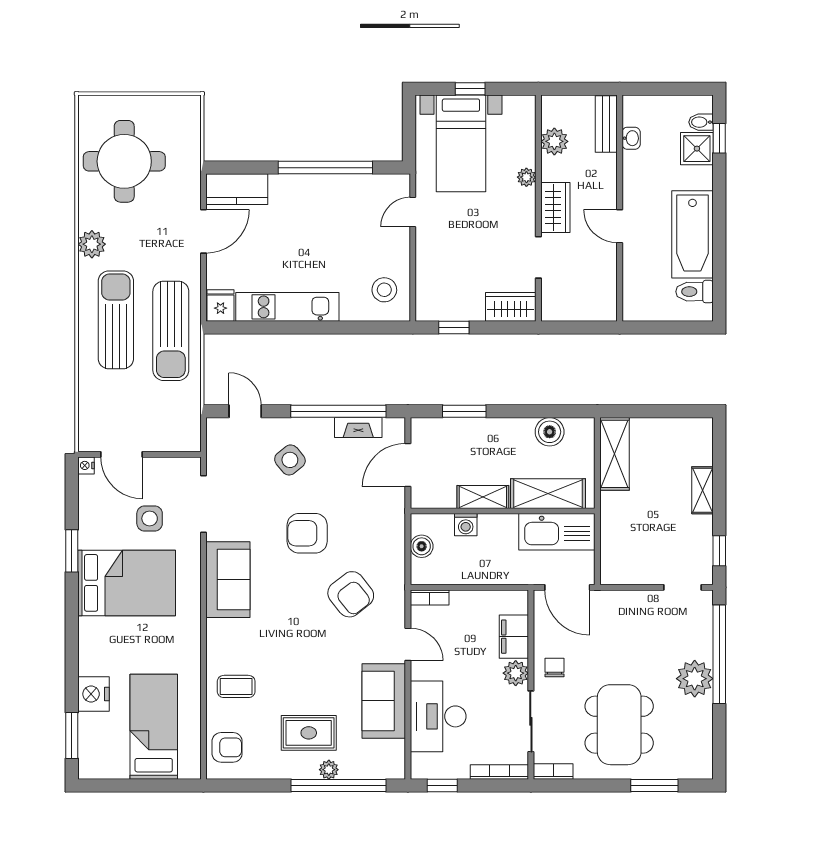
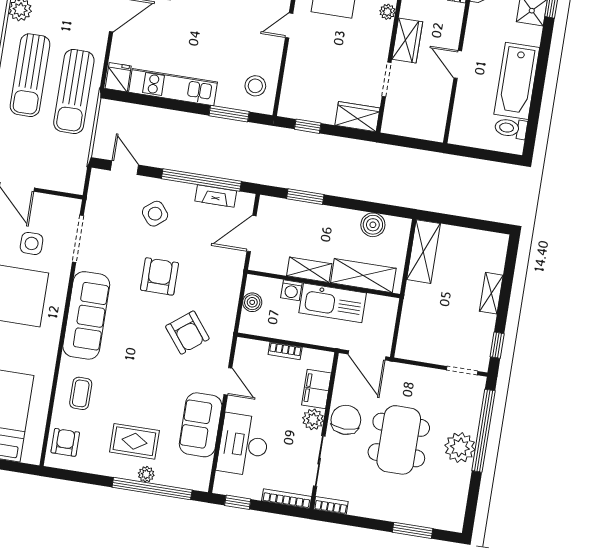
sun lounger: (116, 320) -> (30, 75), turned 180
window: (358, 328) -> (229, 114), added
kitchen sink: (557, 532) -> (333, 303), moved
armchair: (307, 533) -> (160, 276), turned 90
sofa: (228, 580) -> (86, 315), width x1.36
bookcase: (430, 598) -> (285, 351), moved
chair: (555, 668) -> (346, 420), width x1.87, depth x1.87
coffee table: (236, 686) -> (81, 393), turned 90
dining table: (619, 725) -> (399, 440), moved
armchair: (227, 747) -> (65, 442), turned -90

